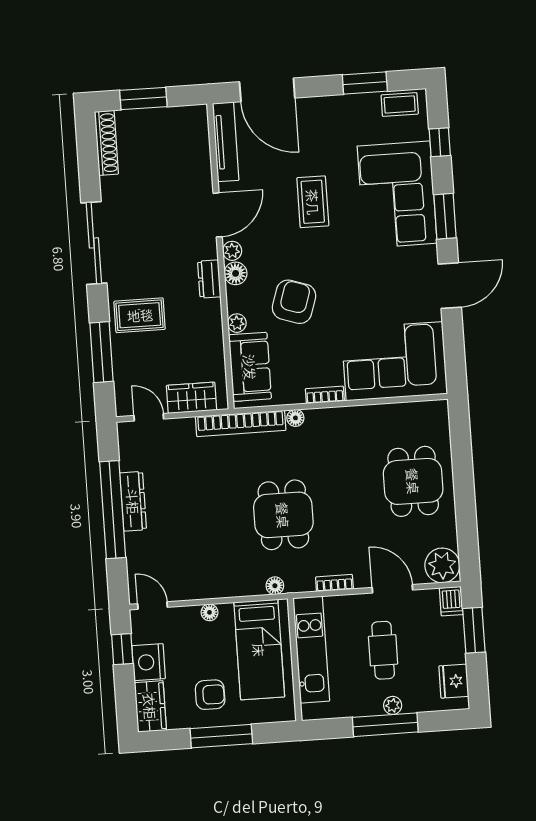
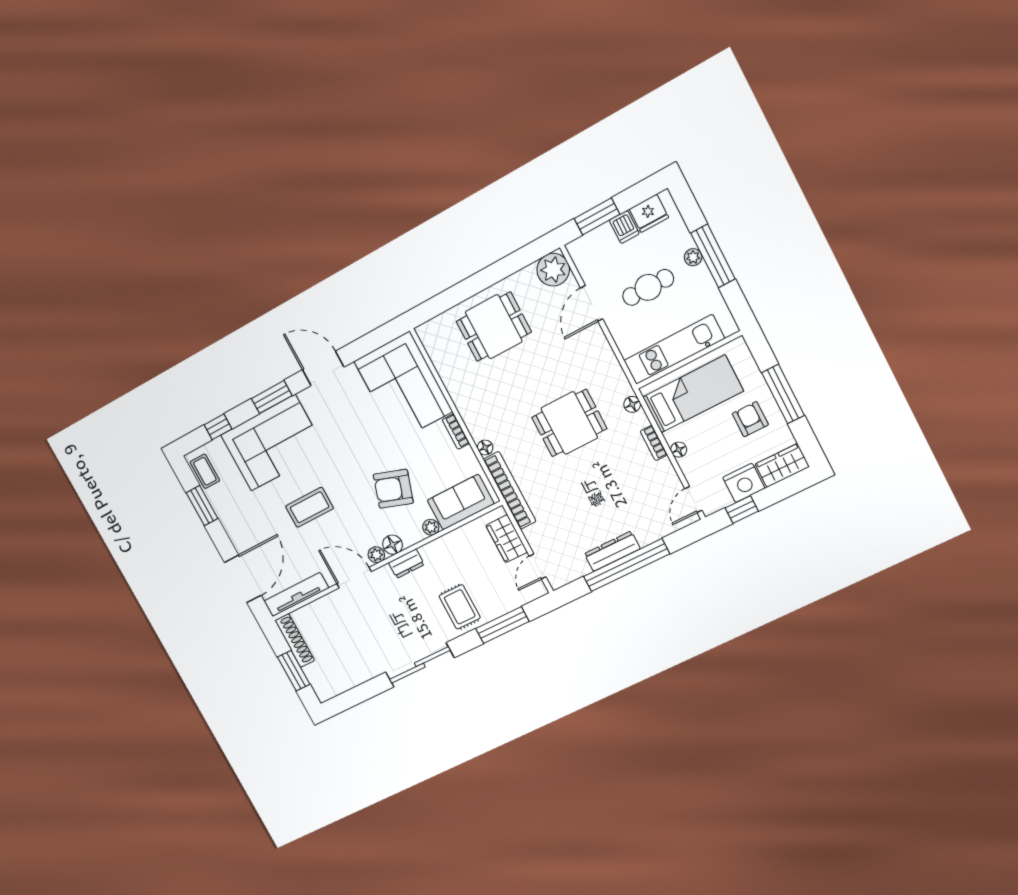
shoe rack: (106, 143) -> (295, 640), moved, turned 90
bookcase: (334, 583) -> (654, 443), moved
dishwasher: (451, 601) -> (624, 227), moved, turned 90

